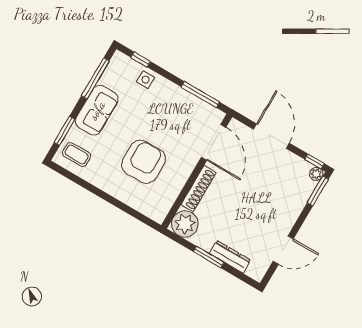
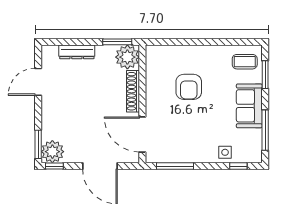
armchair: (144, 162) -> (189, 87), width x0.73, depth x0.73
plant: (316, 174) -> (52, 152), width x1.87, depth x1.87
window: (209, 257) -> (117, 42), moved

